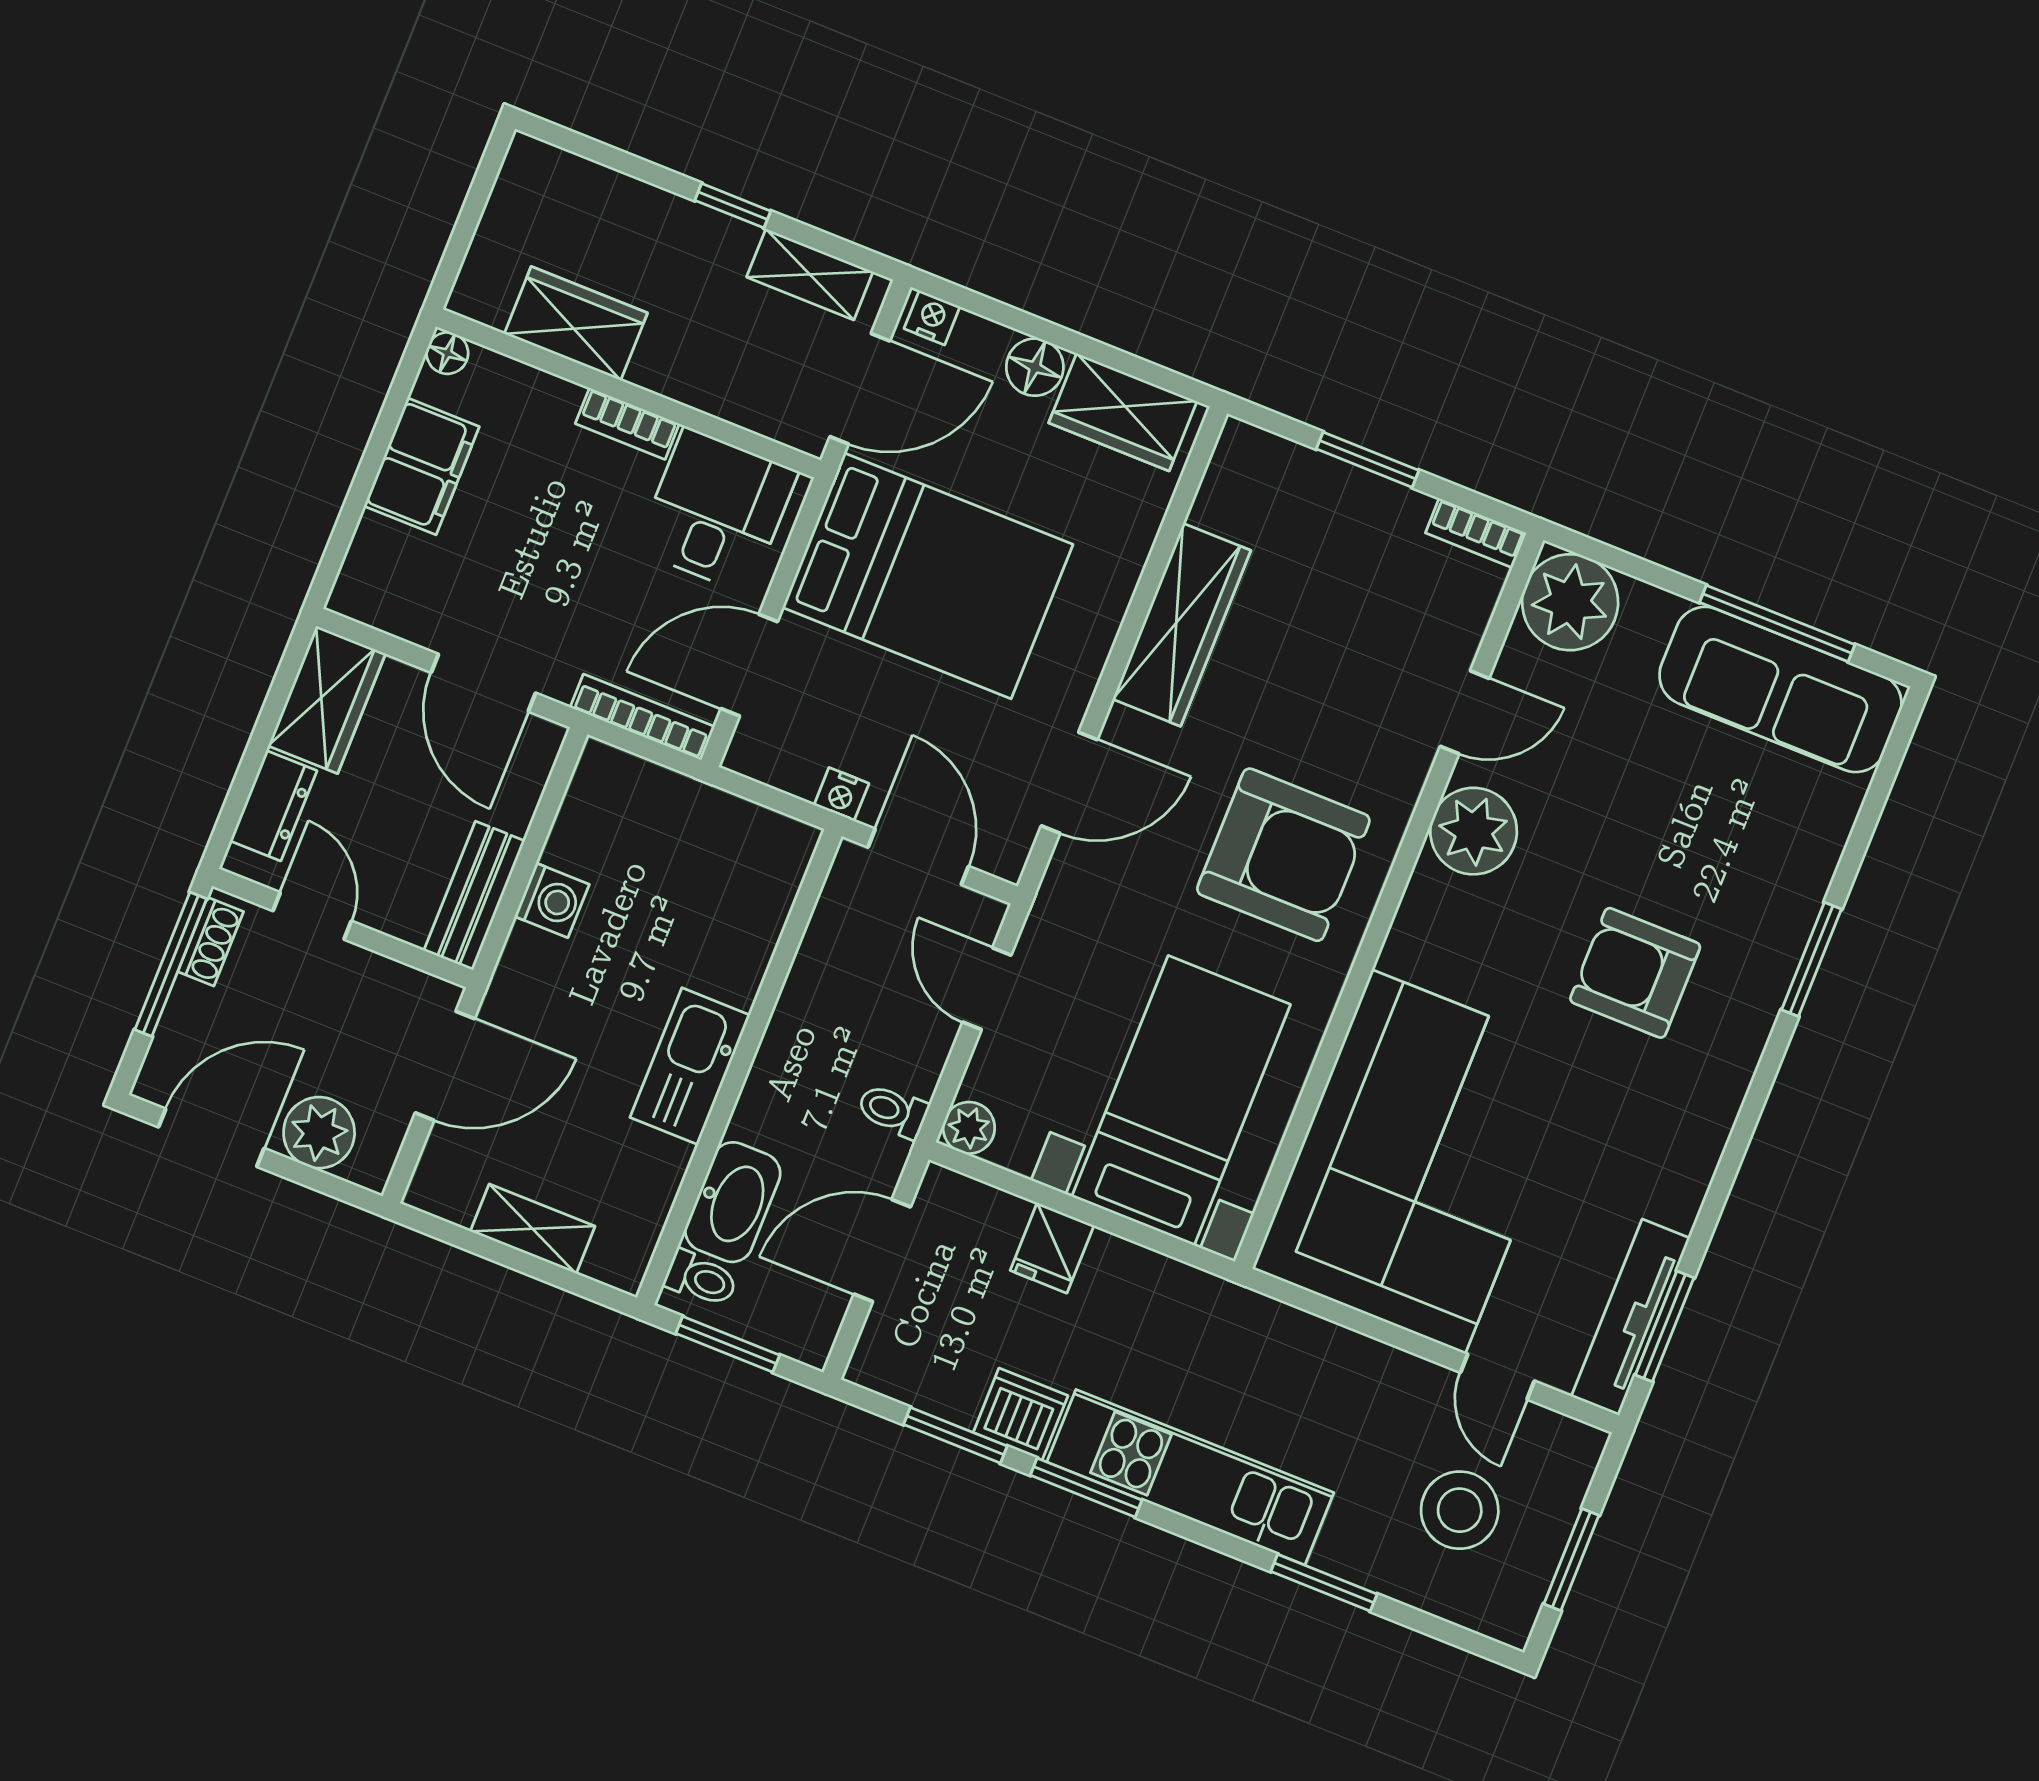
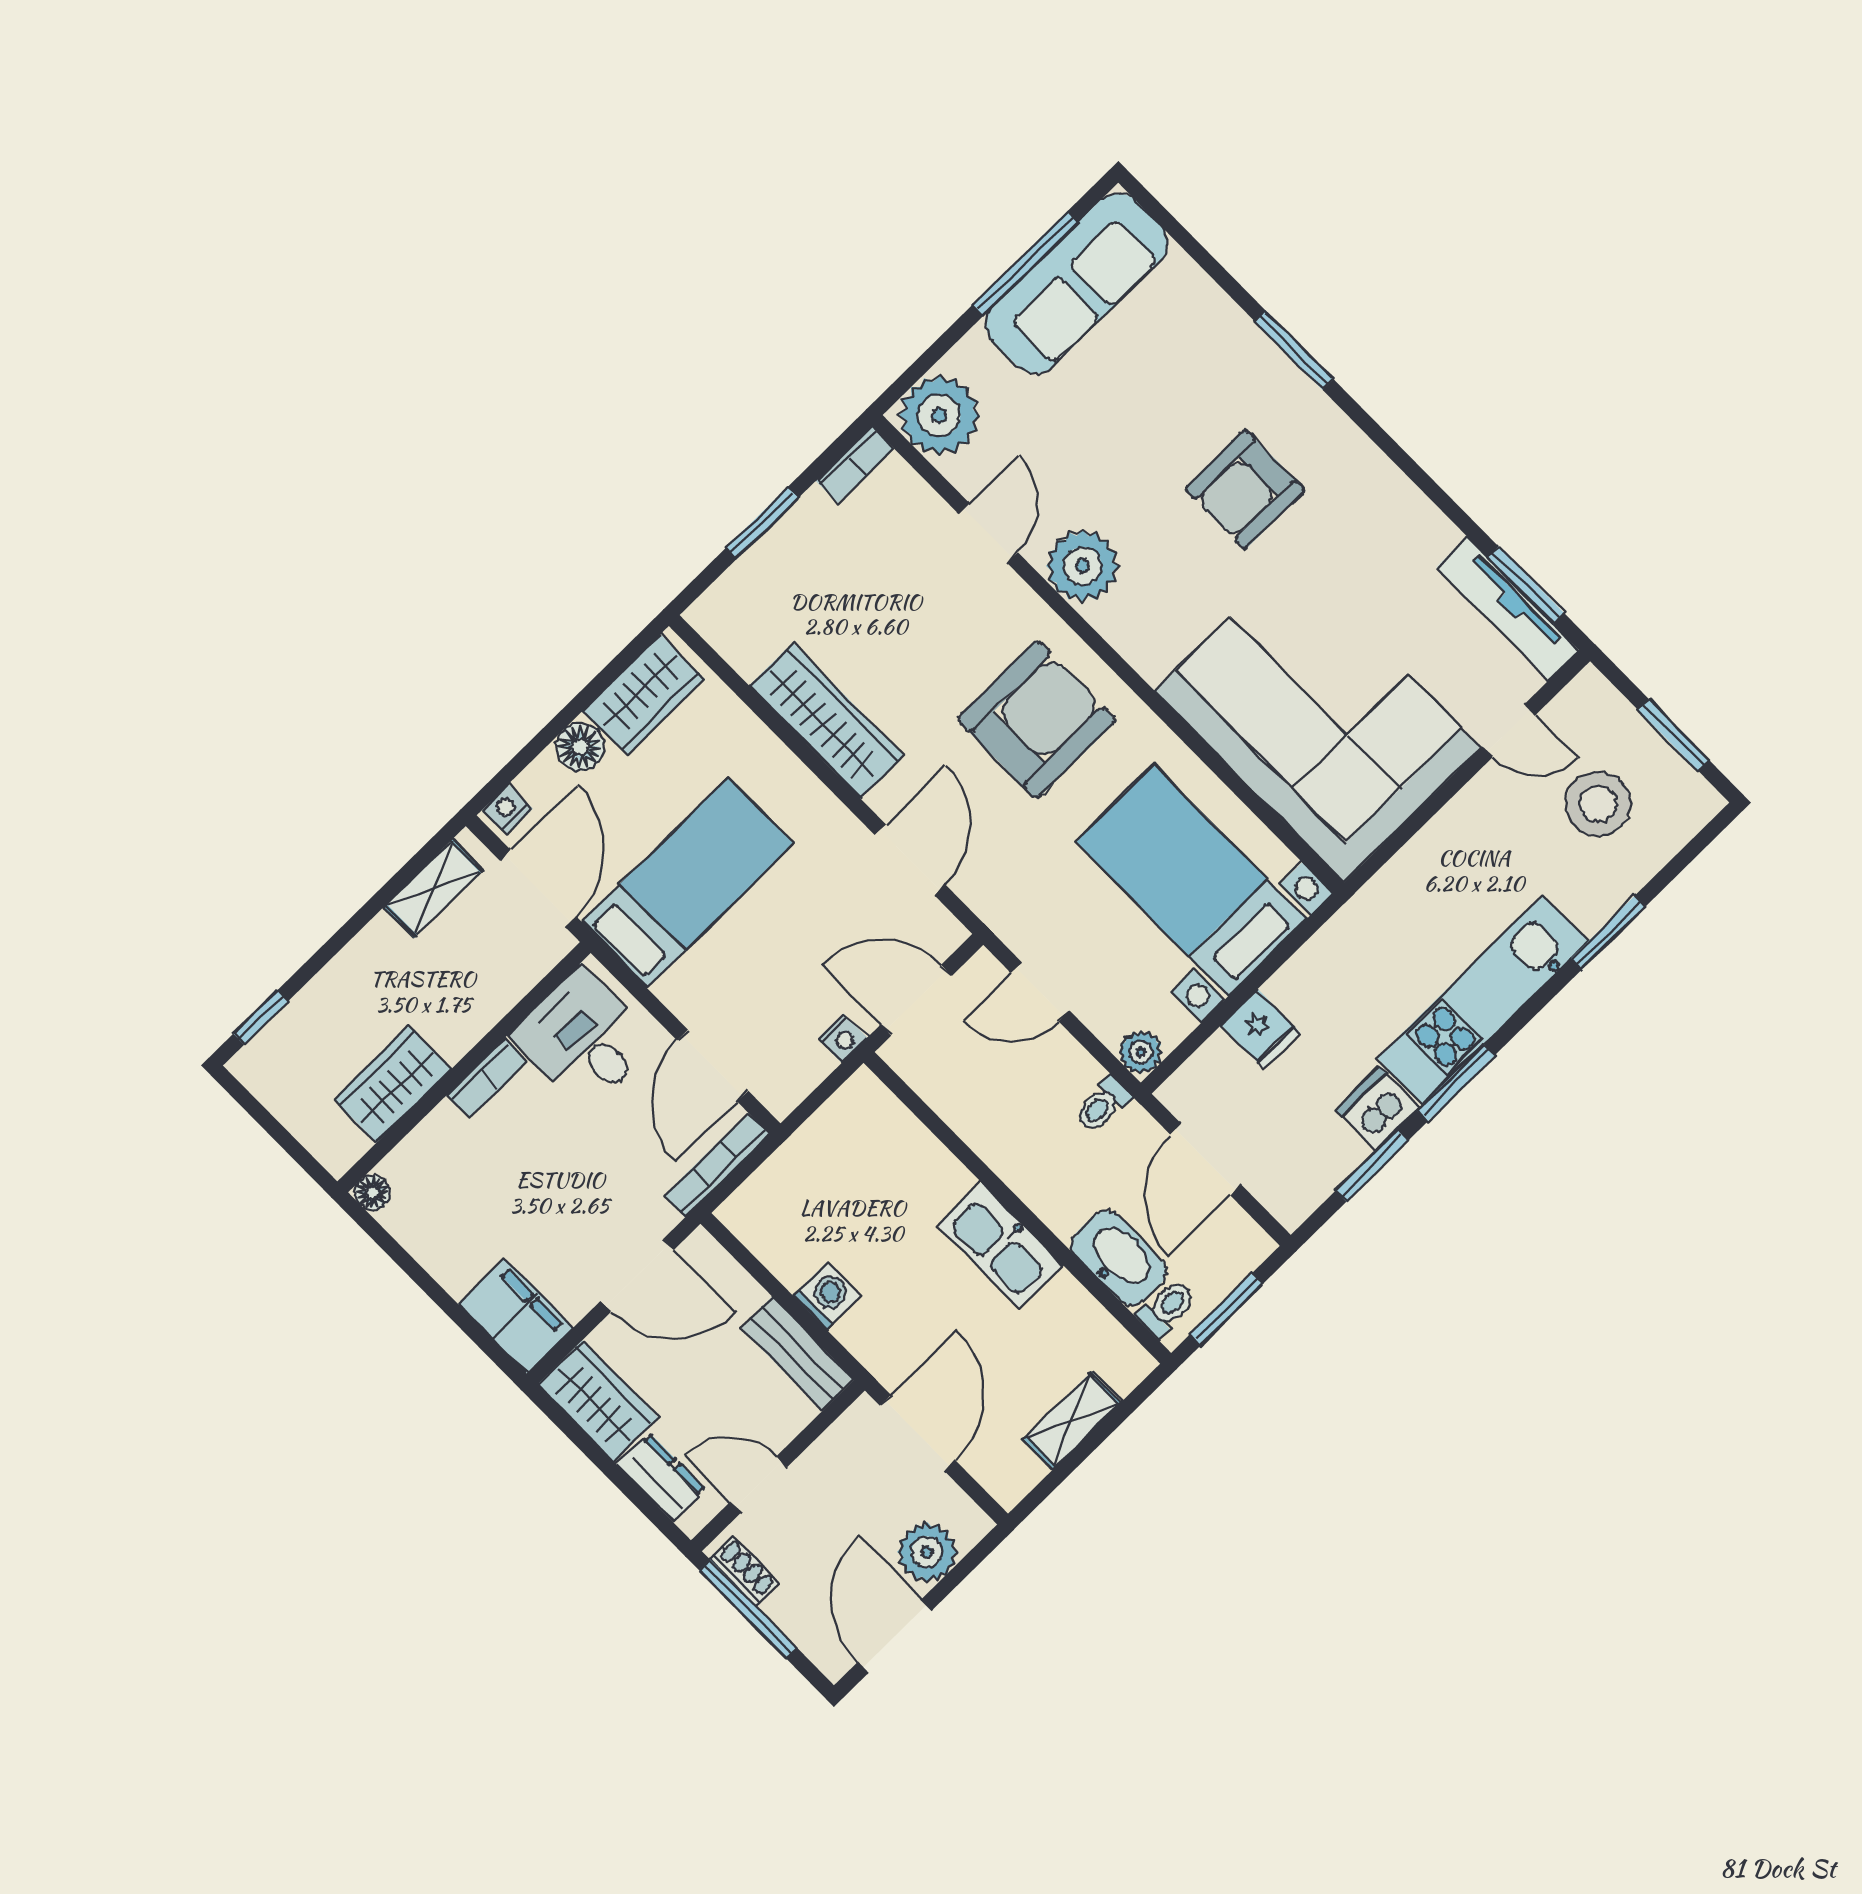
window: (733, 206) -> (261, 1017), moved
filing cabinet: (422, 466) -> (516, 1316), moved
bed: (928, 576) -> (688, 883), width x0.67

